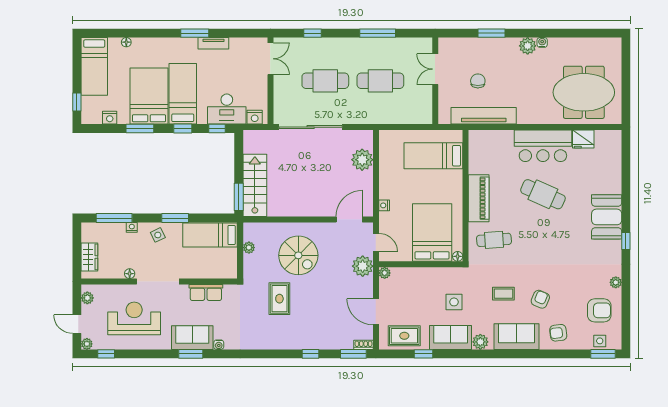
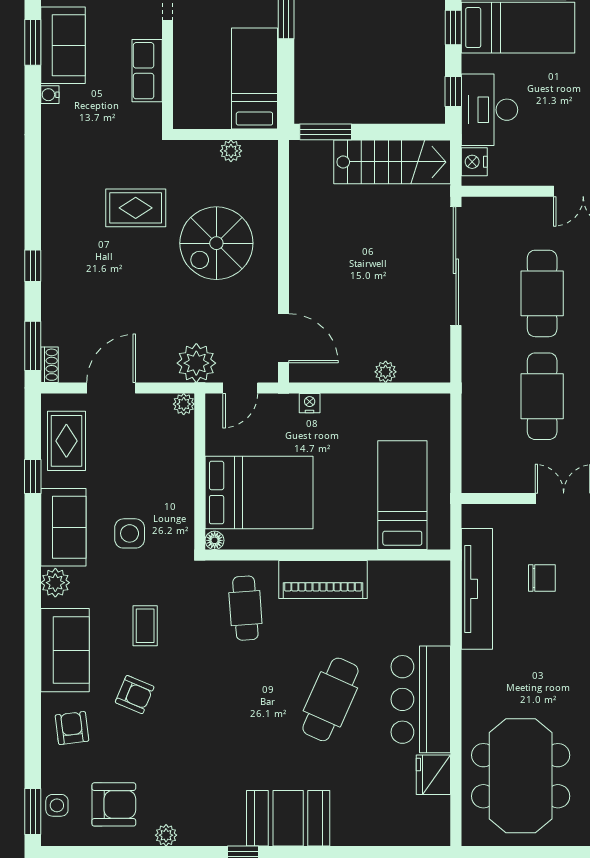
plant: (362, 160) -> (386, 372), width x0.53, depth x0.53
stairs: (255, 185) -> (392, 162), moved
armchair: (599, 310) -> (114, 804), turned -90

